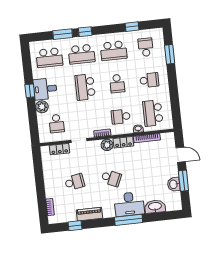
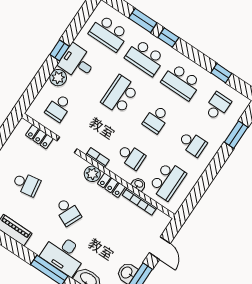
school desk: (153, 113) -> (167, 181), turned 180
school desk: (121, 117) -> (131, 156), turned 180

